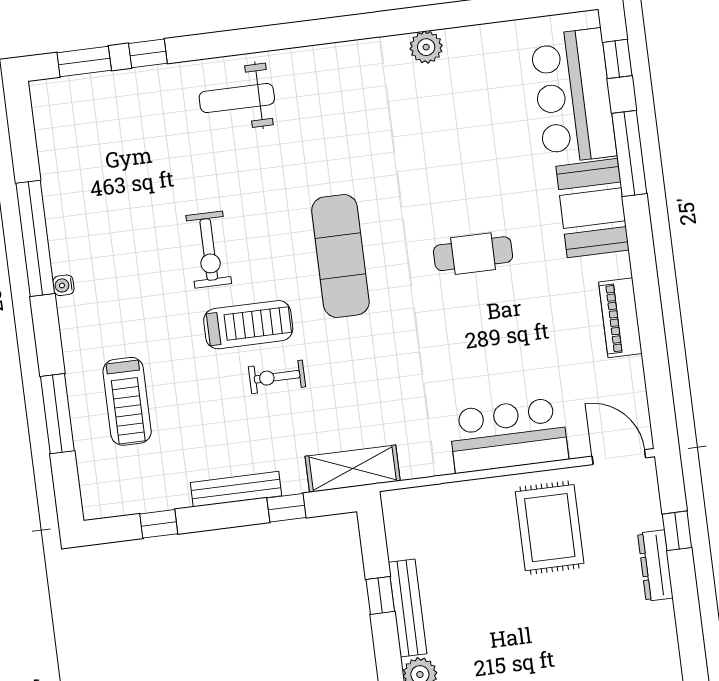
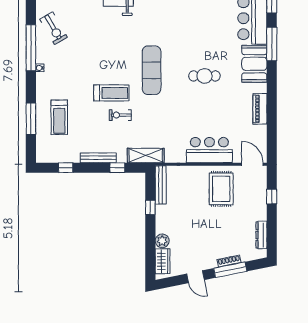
exercise bike: (209, 250) -> (54, 28), moved, turned -30
dresser: (655, 566) -> (261, 235), moved
bench: (408, 608) -> (161, 185), moved

